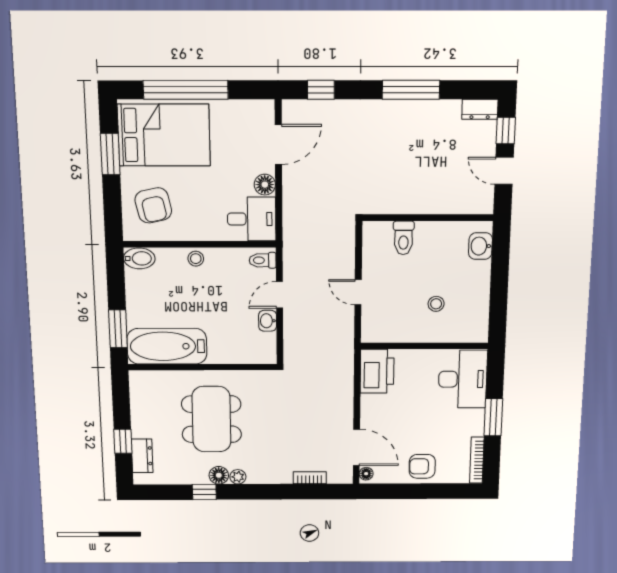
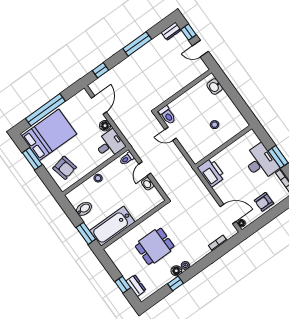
toilet: (403, 238) -> (167, 115), moved
bidet: (139, 258) -> (84, 209), moved
door: (358, 292) -> (171, 134), moved
desk: (463, 379) -> (261, 162), moved
dining table: (211, 419) -> (155, 246), width x0.73

